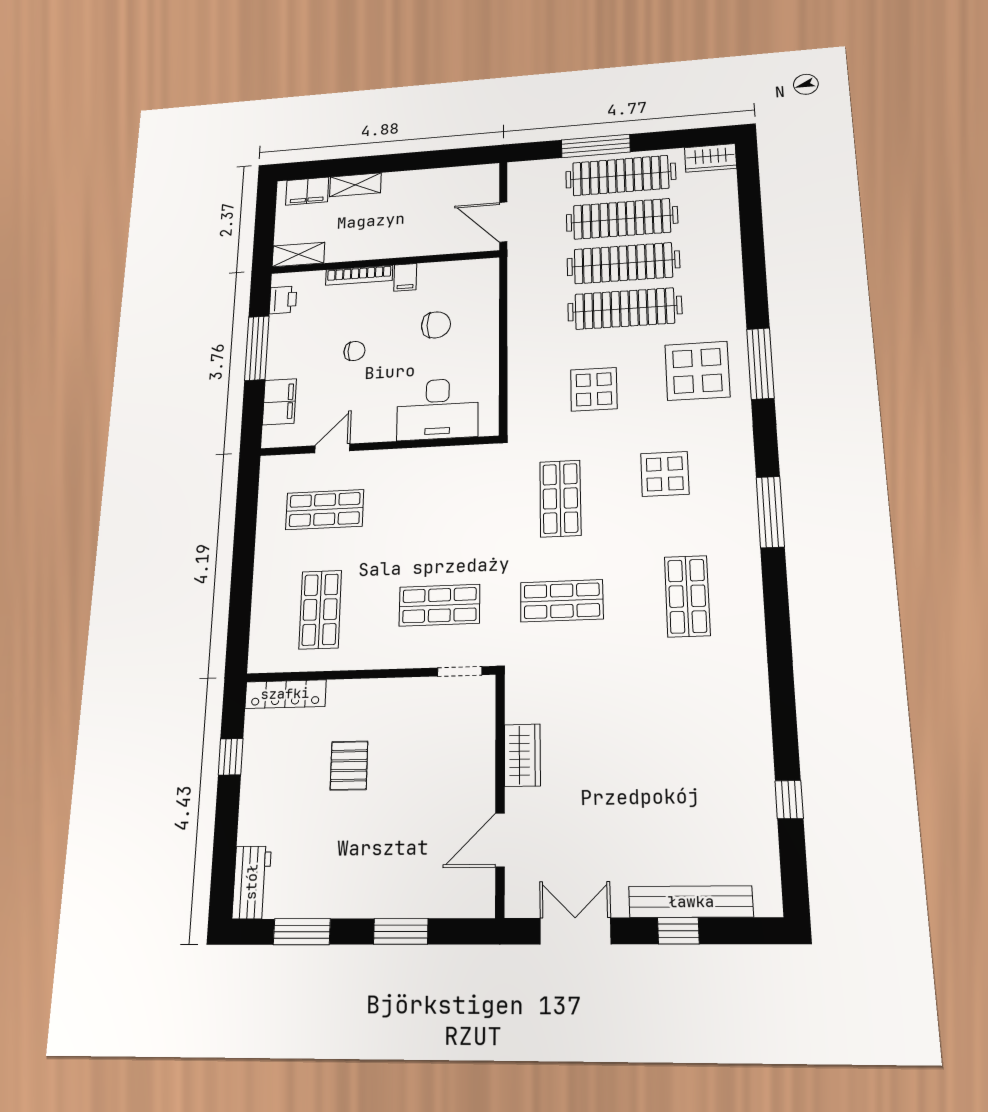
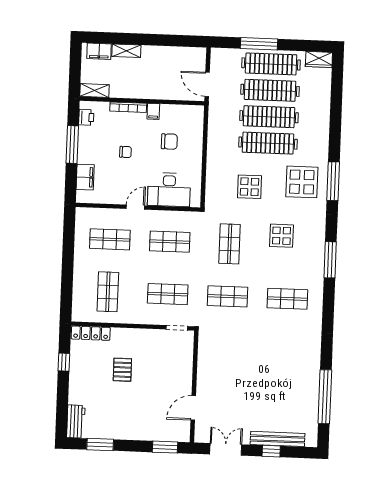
door: (332, 448) -> (135, 207), moved
shop shelf: (441, 504) -> (170, 242), added
shop shelf: (687, 596) -> (287, 299), turned 90
wardrobe: (522, 755) -> (205, 370), removed
window: (789, 800) -> (325, 397), width x3.17
window: (401, 931) -> (165, 447), moved

